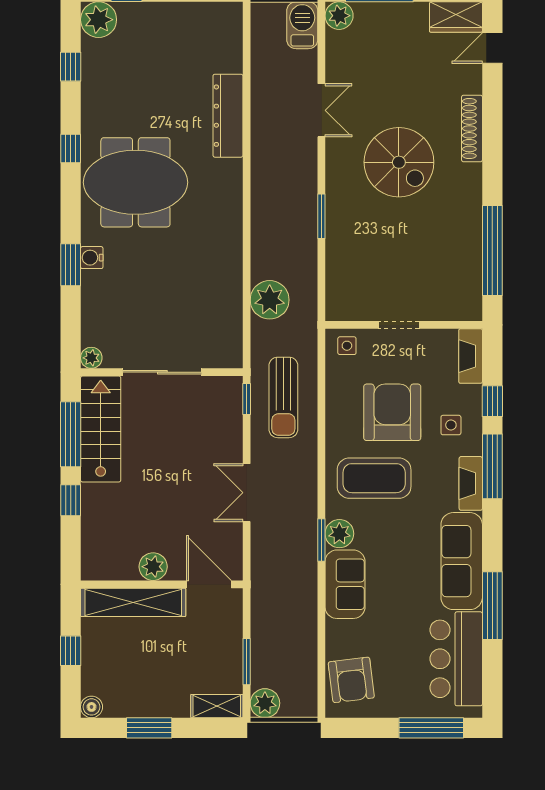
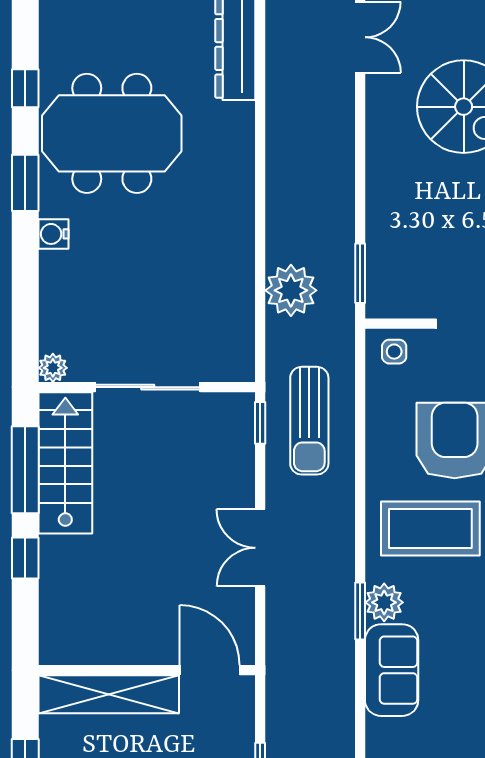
window: (321, 216) -> (360, 273), moved
window: (71, 265) -> (25, 183), moved
plant: (153, 567) -> (135, 647), removed

